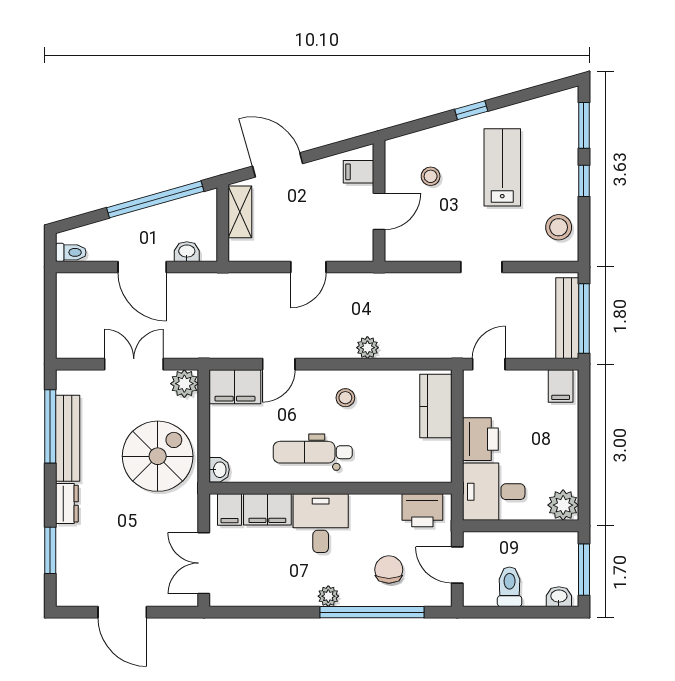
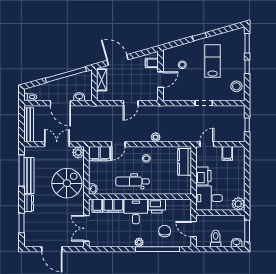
bench: (567, 318) -> (29, 125), moved
window: (584, 319) -> (247, 125), width x0.46
filing cabinet: (561, 386) -> (227, 153), moved
printer: (422, 510) -> (157, 206), moved

